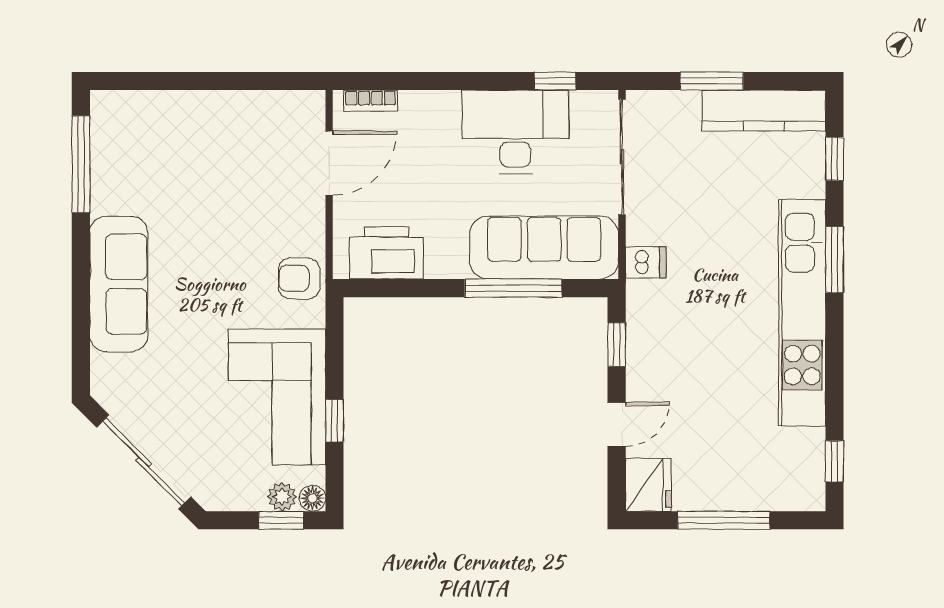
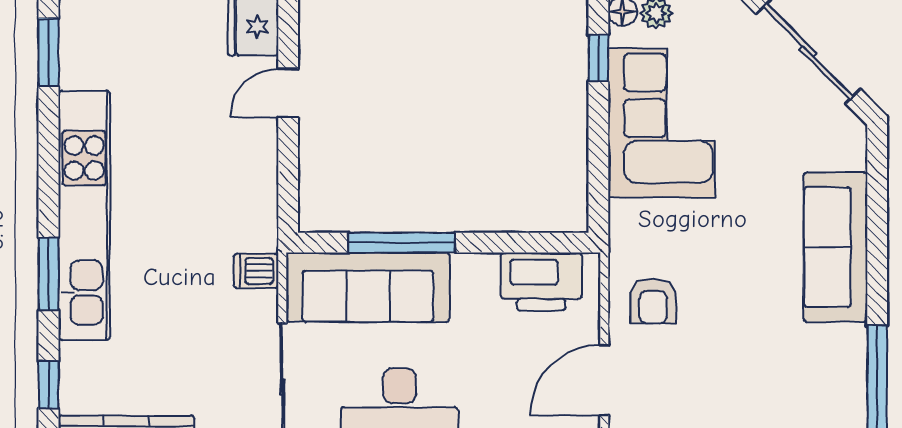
armchair: (299, 278) -> (653, 301), moved, turned 89
window: (617, 345) -> (288, 181), removed
window: (335, 421) -> (598, 58), moved
window: (835, 461) -> (49, 52), width x1.50

